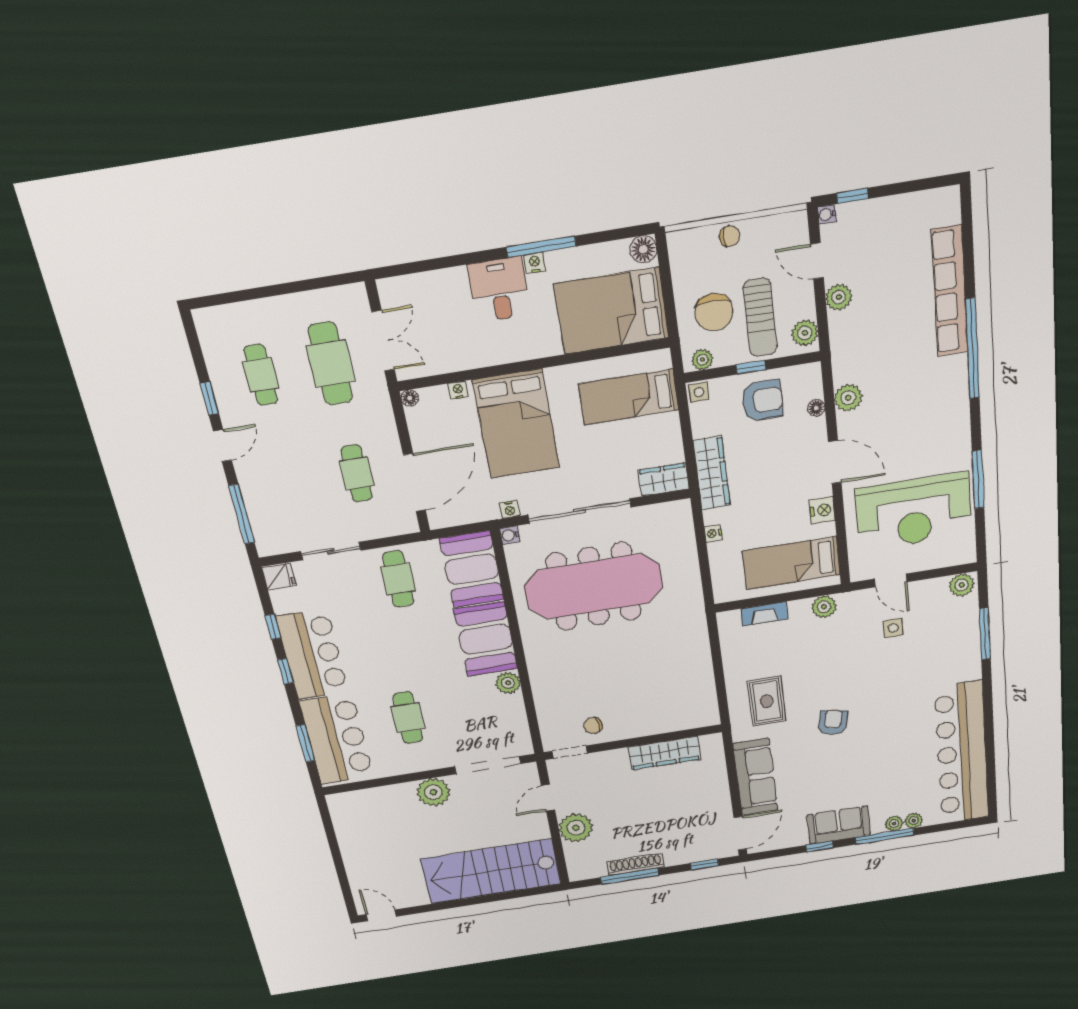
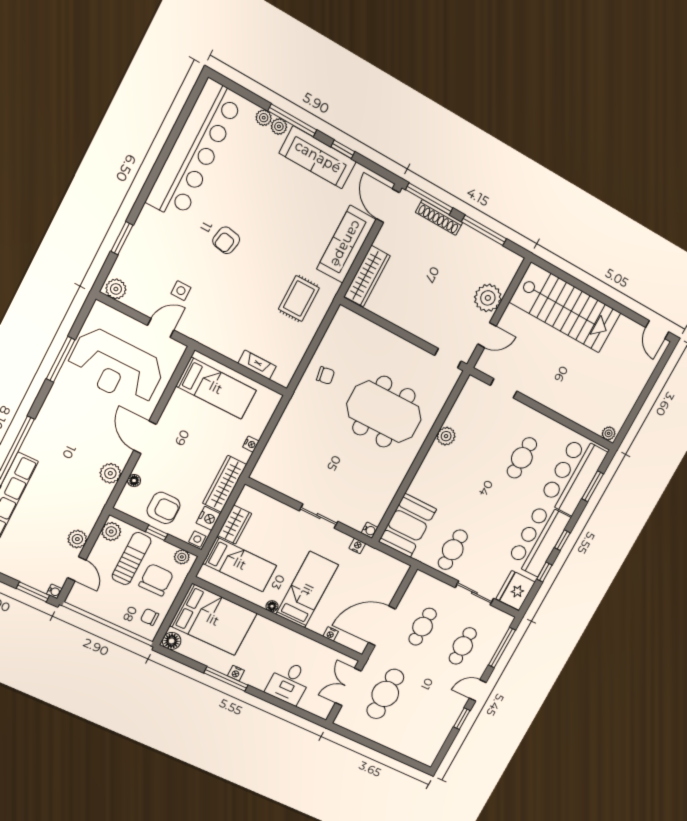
window: (852, 196) -> (33, 592), width x1.50
chair: (730, 236) -> (150, 617), moved
desk: (499, 289) -> (289, 683), moved
cafe table: (261, 375) -> (463, 646), moved
floor lamp: (410, 398) -> (272, 606), moved
armchair: (762, 401) -> (164, 508), turned 180
bed: (516, 424) -> (307, 590), width x0.67
wardrobe: (664, 480) -> (235, 525), moved, turned -90
door: (414, 483) -> (382, 626), moved
nightstand: (822, 510) -> (208, 518), moved, turned 180
sliding door: (580, 511) -> (319, 516), width x0.54
reception desk: (914, 512) -> (116, 367), turned 180
fridge: (279, 577) -> (515, 590), width x1.88, depth x1.34
door: (891, 580) -> (161, 328), hinge flipped
meeting table: (594, 587) -> (384, 412), moved, width x0.73
plant: (824, 607) -> (216, 341), removed
window: (985, 634) -> (122, 238), width x0.69
booth: (486, 639) -> (435, 475), removed
armchair: (833, 722) -> (226, 240), moved
chair: (593, 726) -> (326, 375), moved
wardrobe: (665, 753) -> (367, 276), moved, turned 90
doorway: (488, 765) -> (504, 388), width x0.53
plant: (433, 792) -> (609, 433), moved, width x0.53, depth x0.53
sofa: (839, 825) -> (318, 157), width x1.36
door: (740, 833) -> (388, 206), hinge flipped
shoe rack: (636, 865) -> (439, 217), moved
window: (705, 865) -> (429, 199), width x2.17

